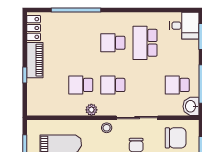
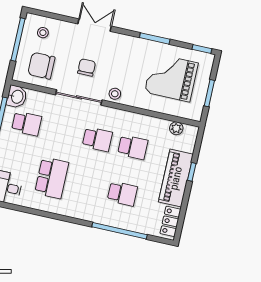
school desk: (113, 43) -> (122, 194), moved
piano: (35, 60) -> (176, 178), width x1.37, depth x1.33
plant: (91, 110) -> (176, 128), moved

